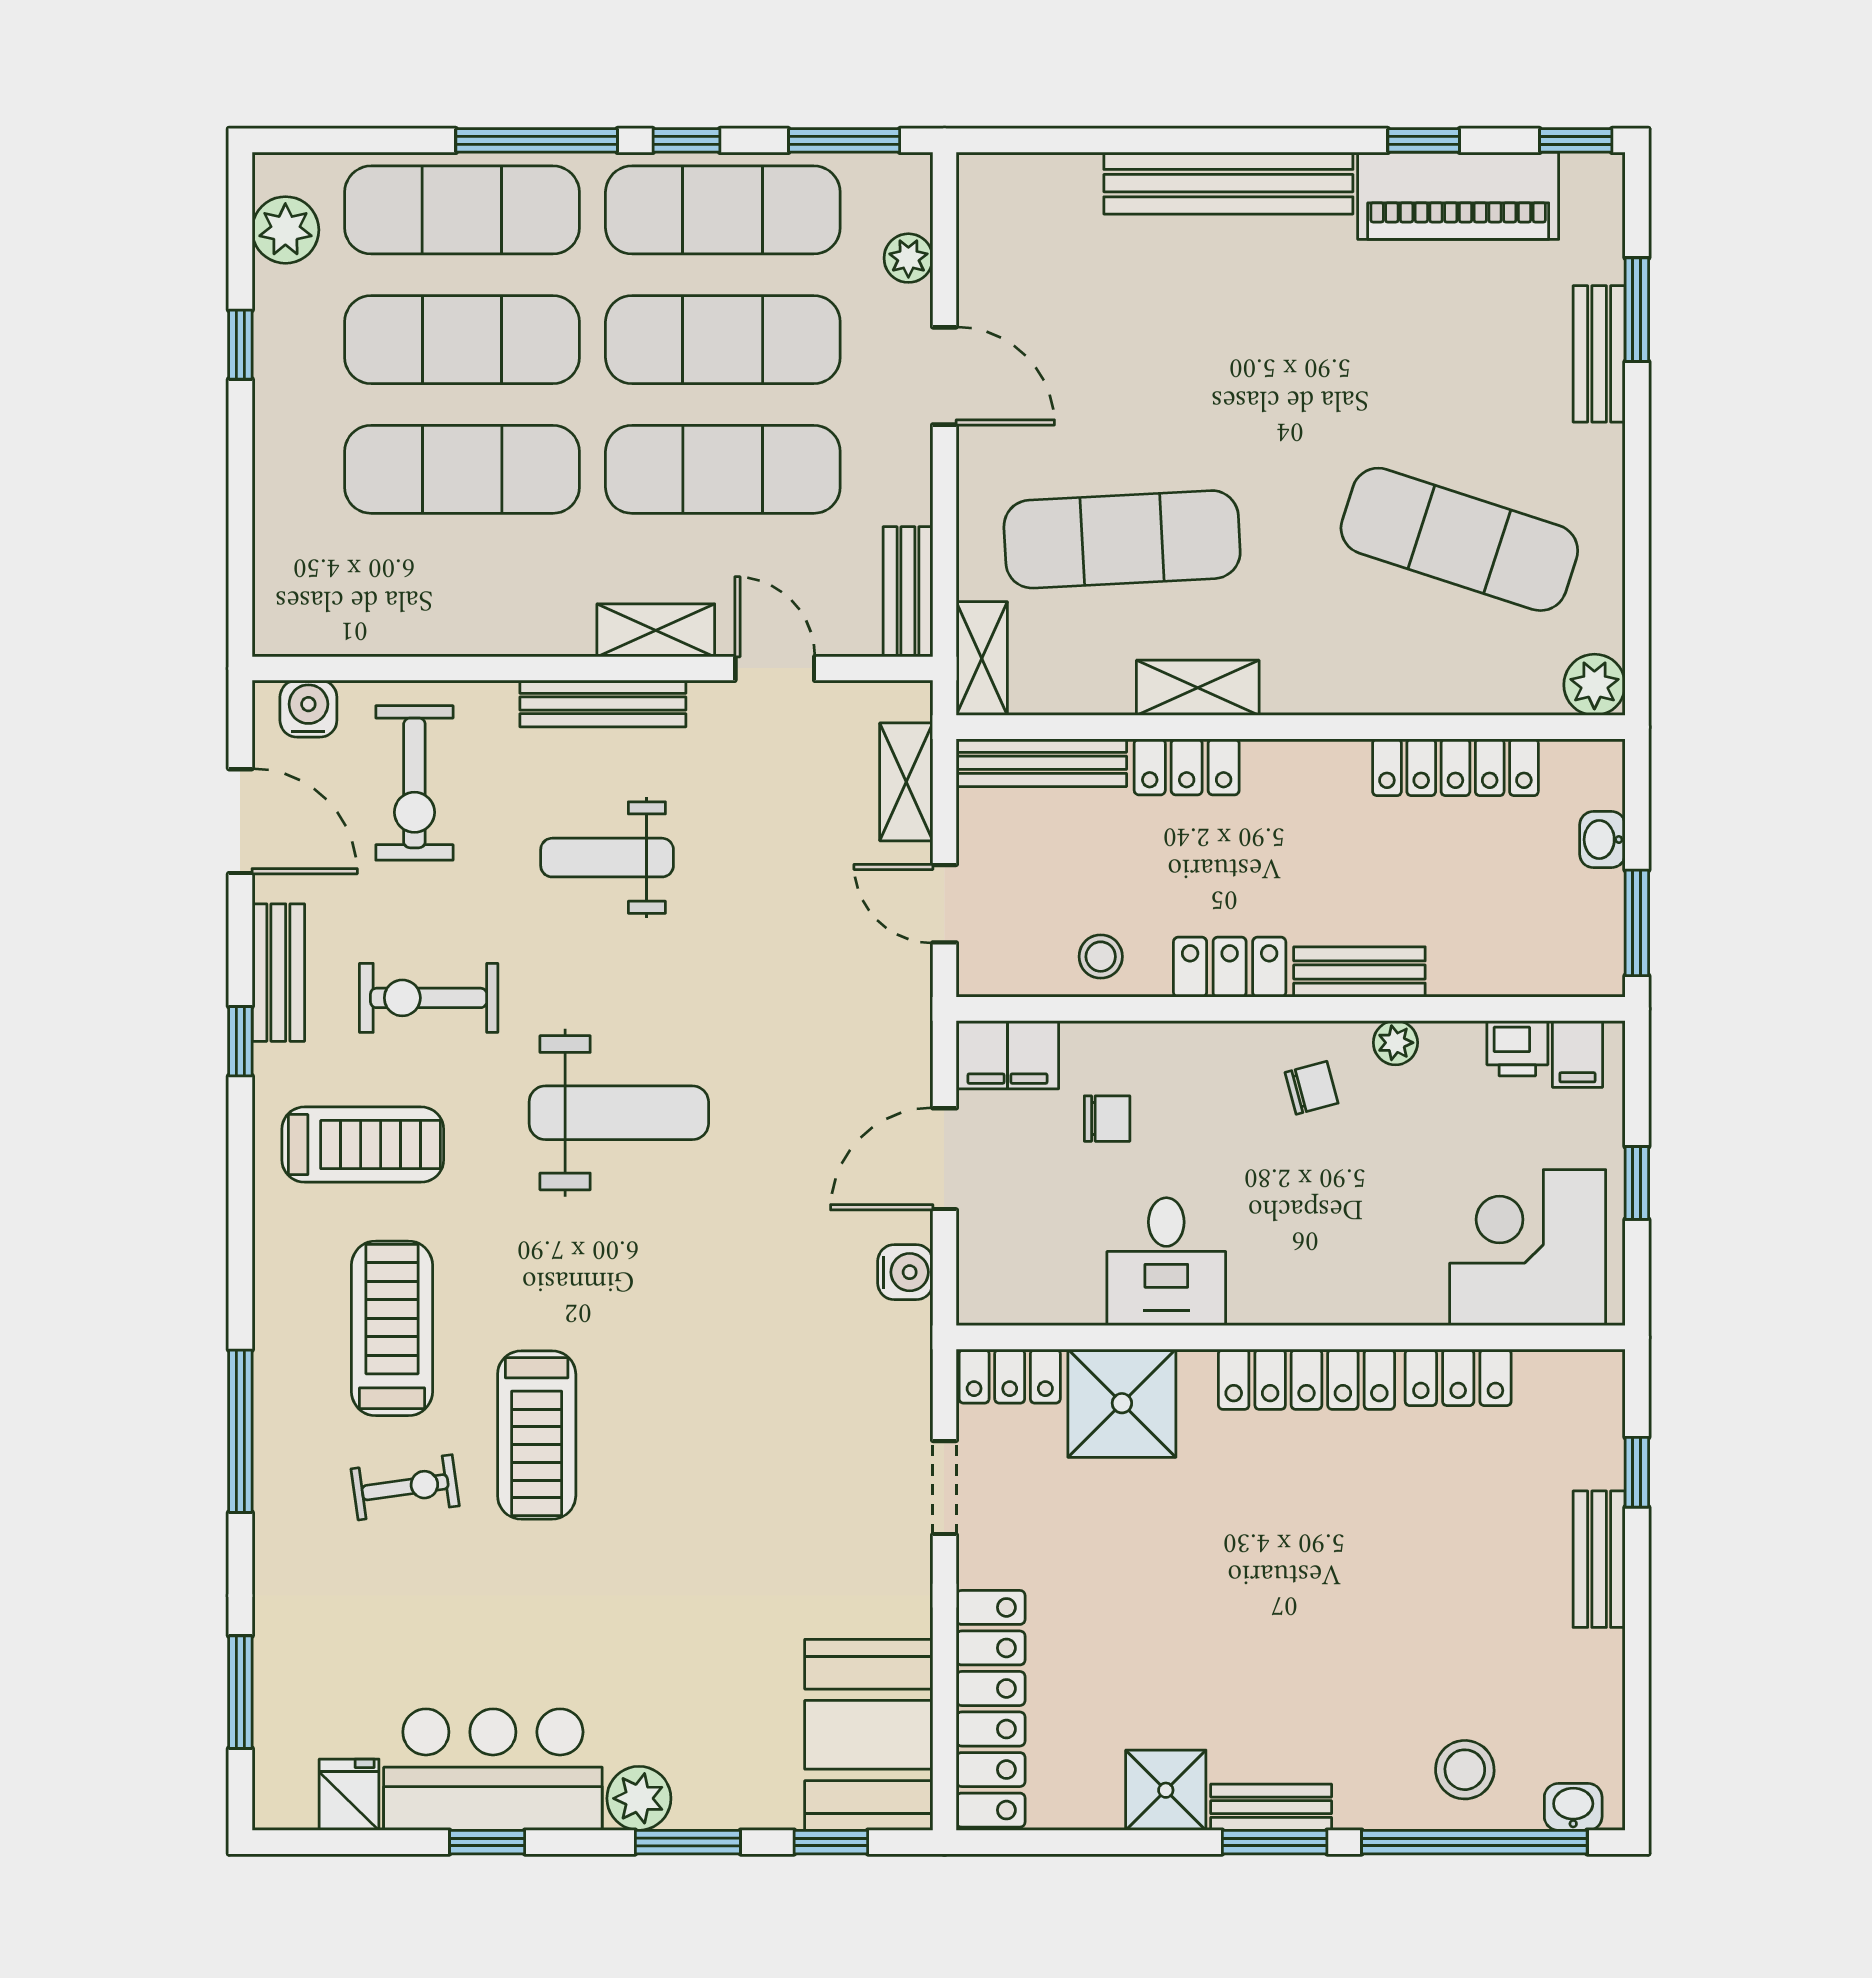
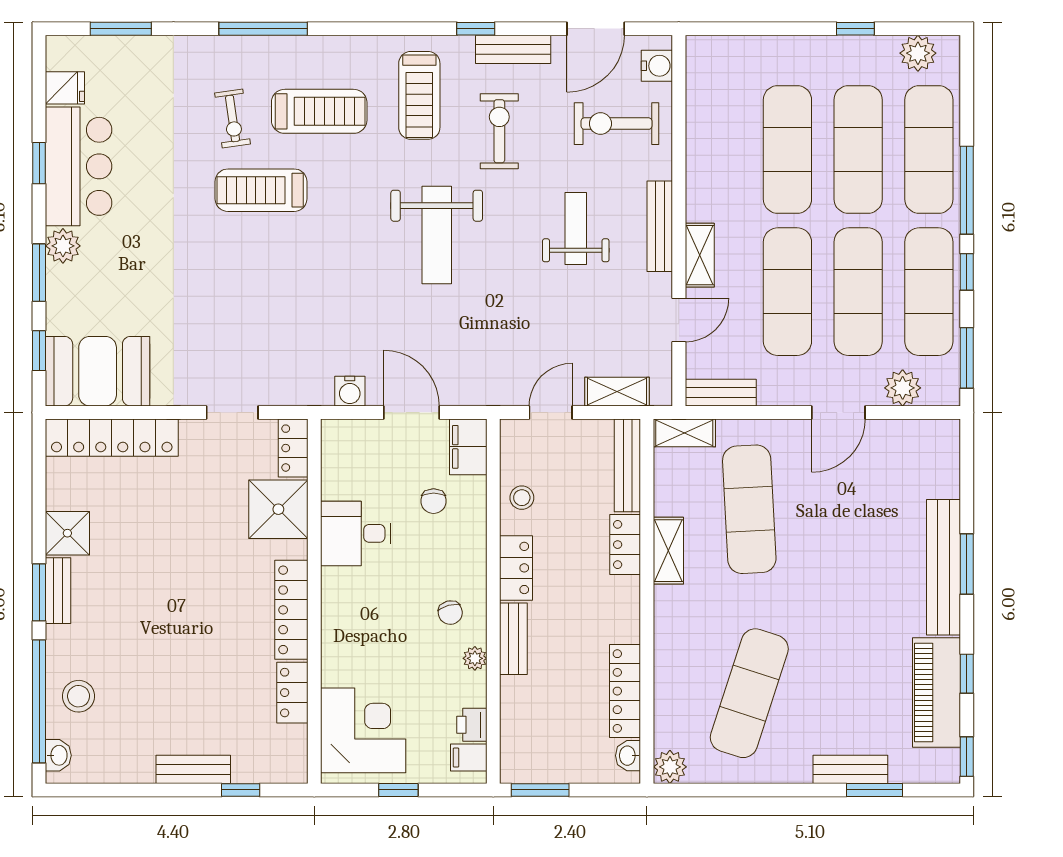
window: (1223, 140) -> (967, 564), added
plant: (908, 258) -> (903, 388), width x1.38, depth x1.38
washbasin: (1602, 840) -> (628, 756), moved, turned -90

